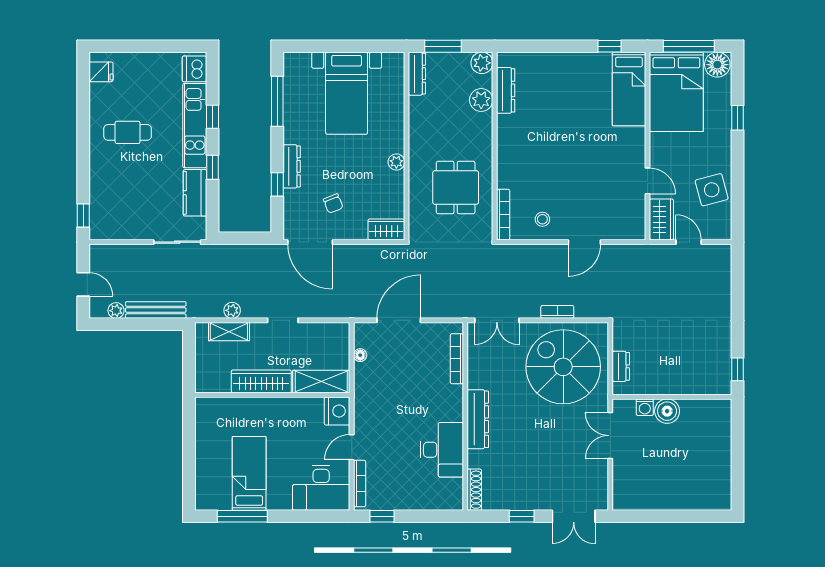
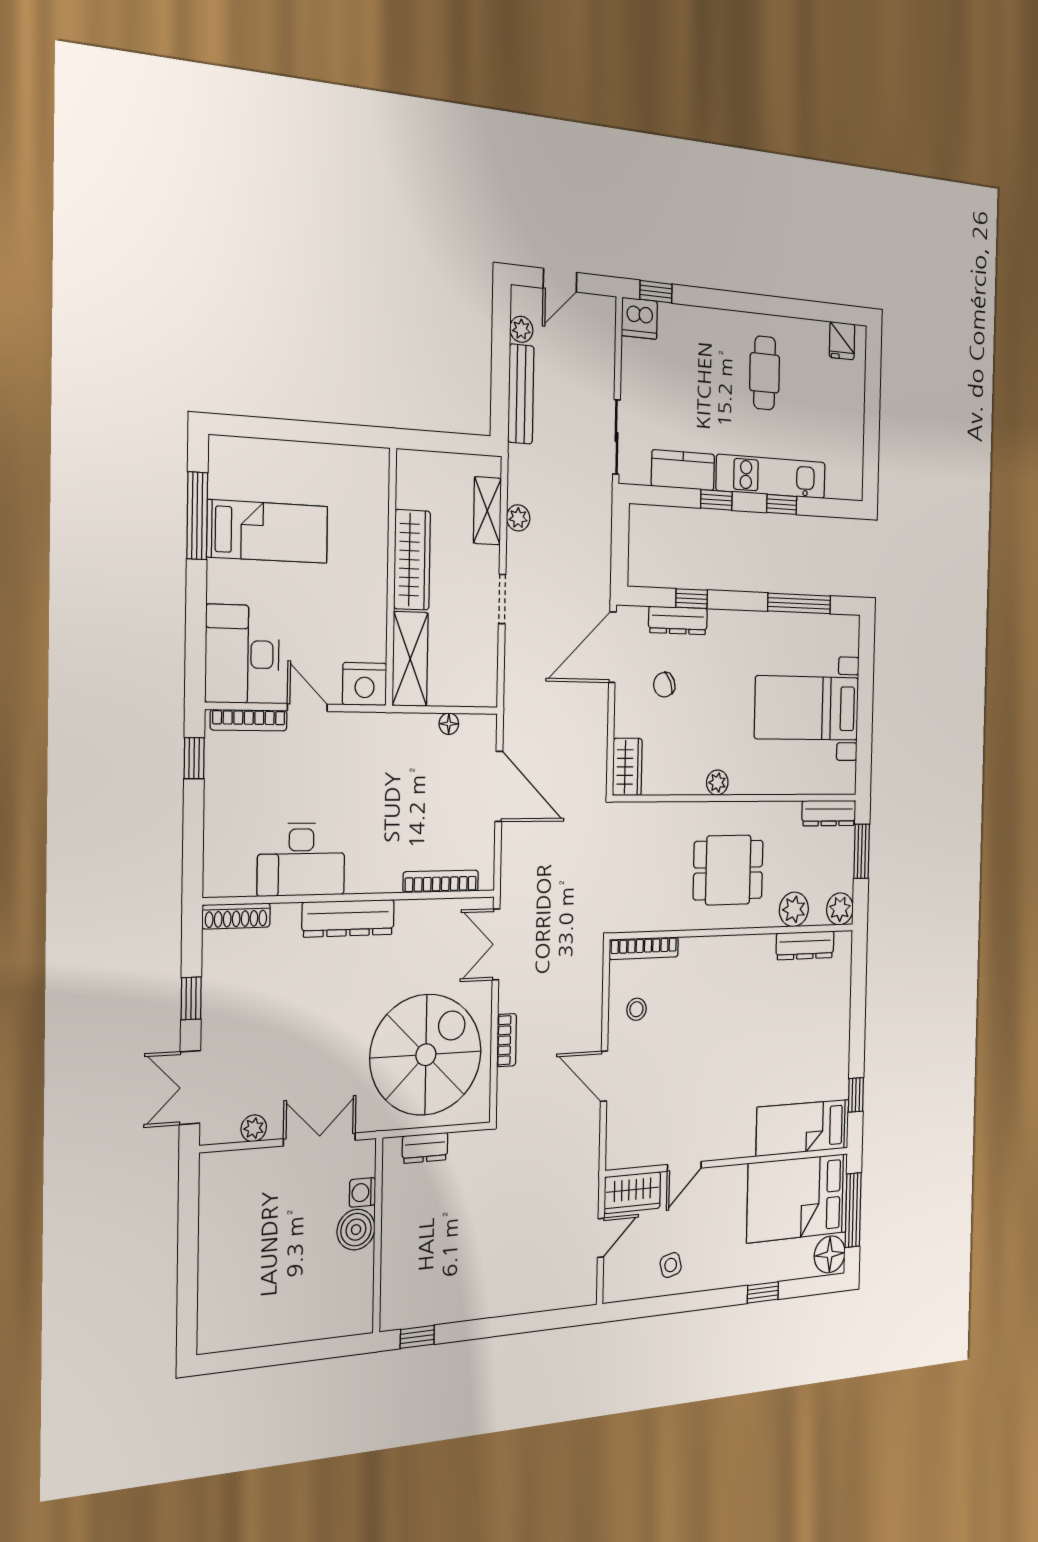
dishwasher: (195, 69) -> (639, 318), moved, turned 180
dresser: (292, 166) -> (678, 620), moved
dining table: (456, 187) -> (728, 870), moved
side table: (712, 190) -> (671, 1265), width x0.54, depth x0.54
plant: (600, 477) -> (254, 1128), added

